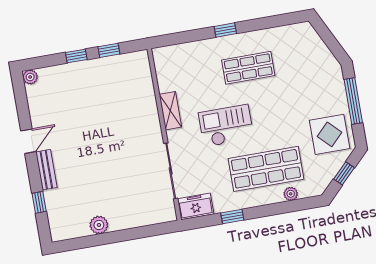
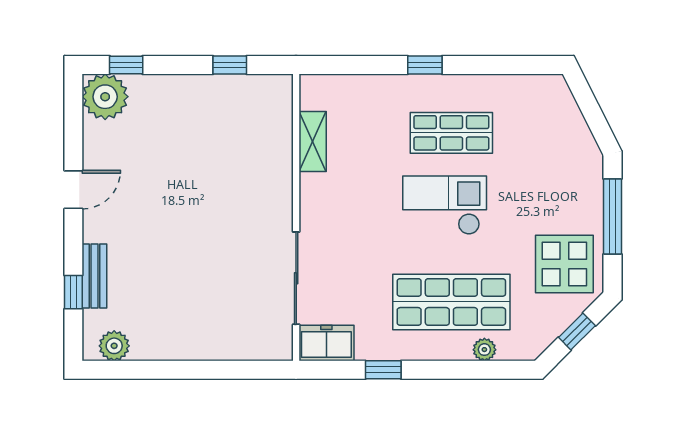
window: (76, 56) -> (126, 65), moved
plant: (30, 77) -> (105, 97), width x1.87, depth x1.87
shelving: (170, 111) -> (313, 141), moved
checkout: (226, 126) -> (445, 205), moved
bench: (46, 170) -> (94, 276), moved
plant: (99, 225) -> (114, 346), moved

